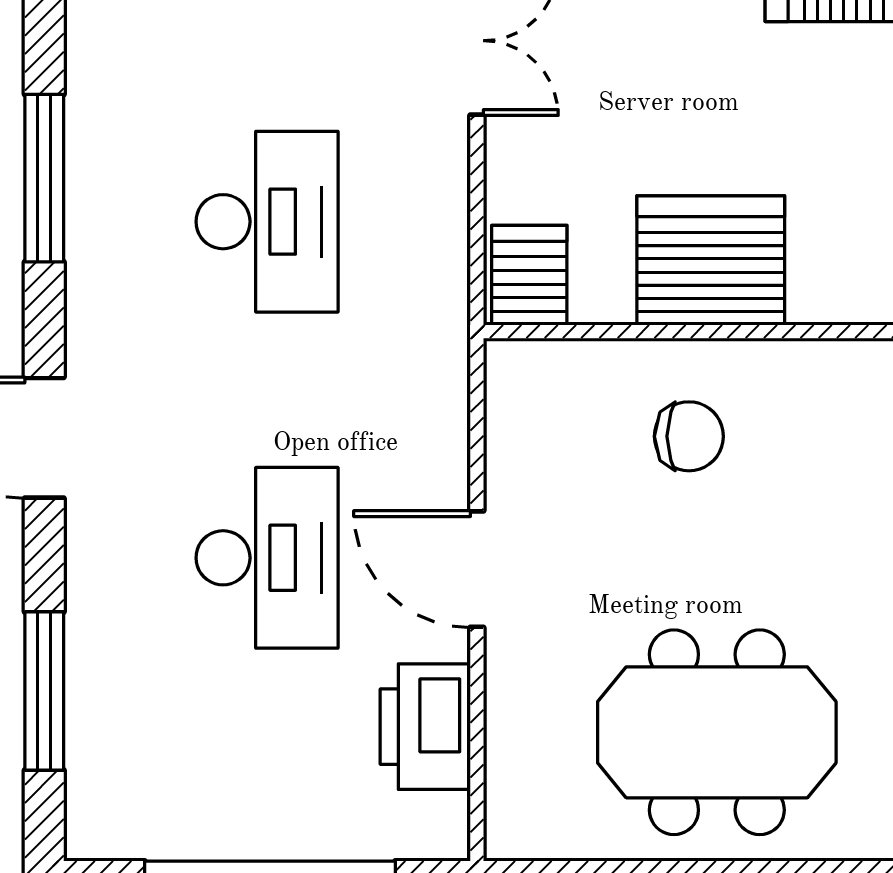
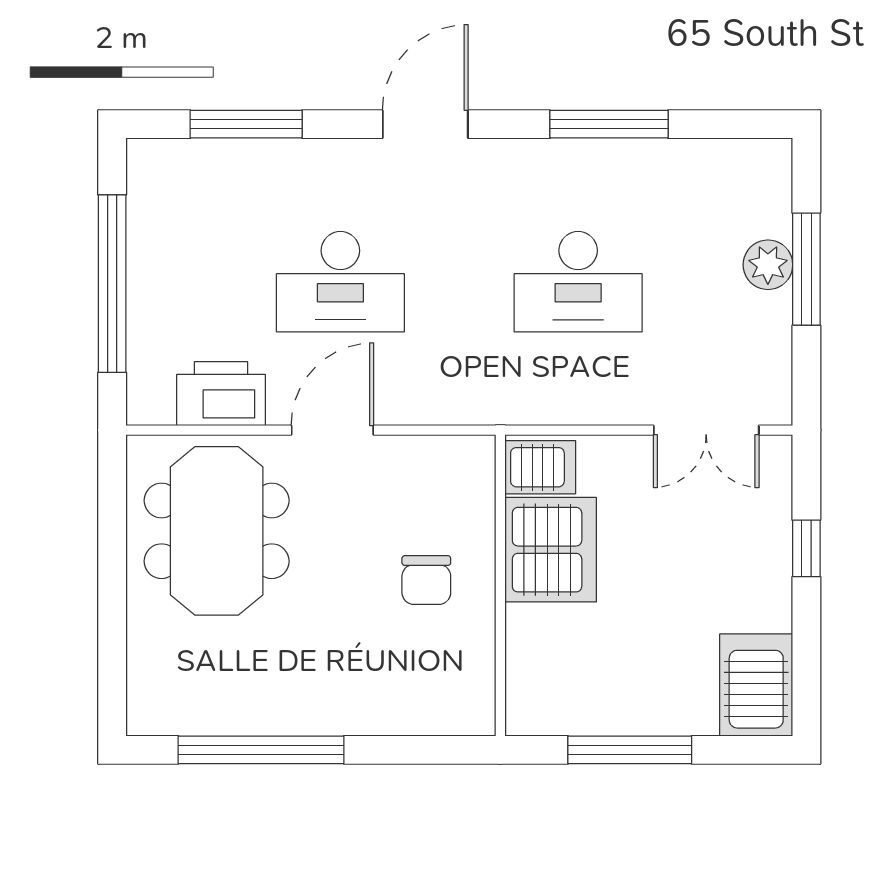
server rack: (711, 261) -> (551, 550), moved
meeting table: (717, 732) -> (217, 531), moved

